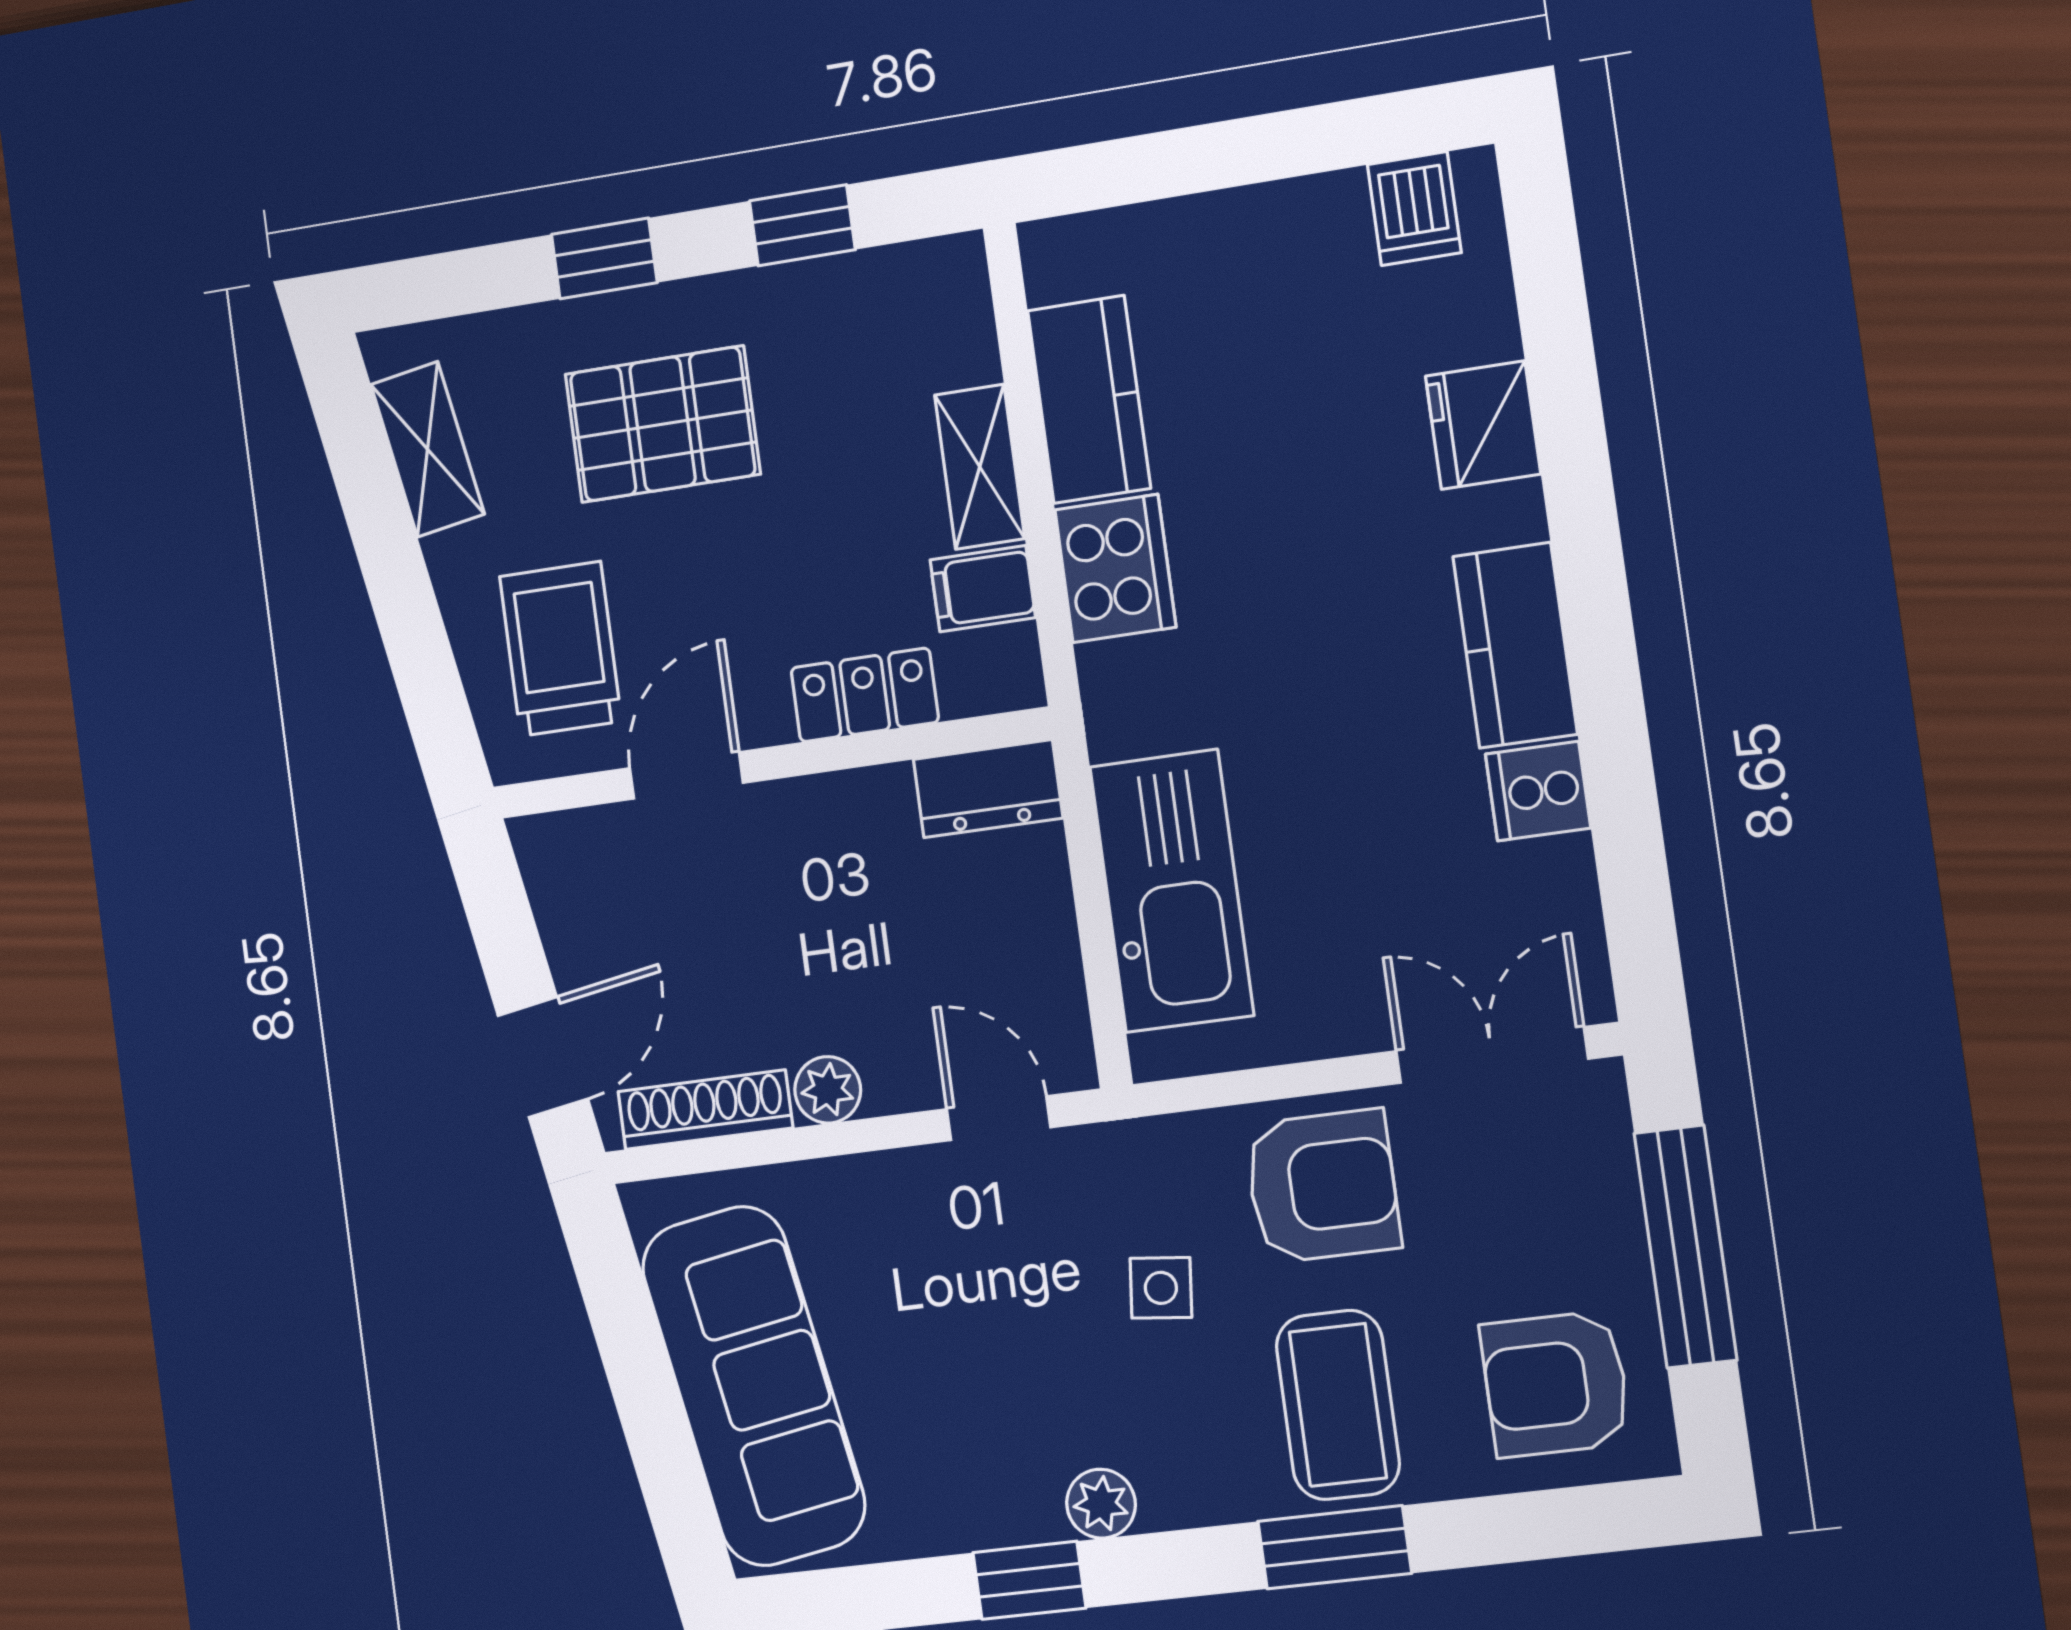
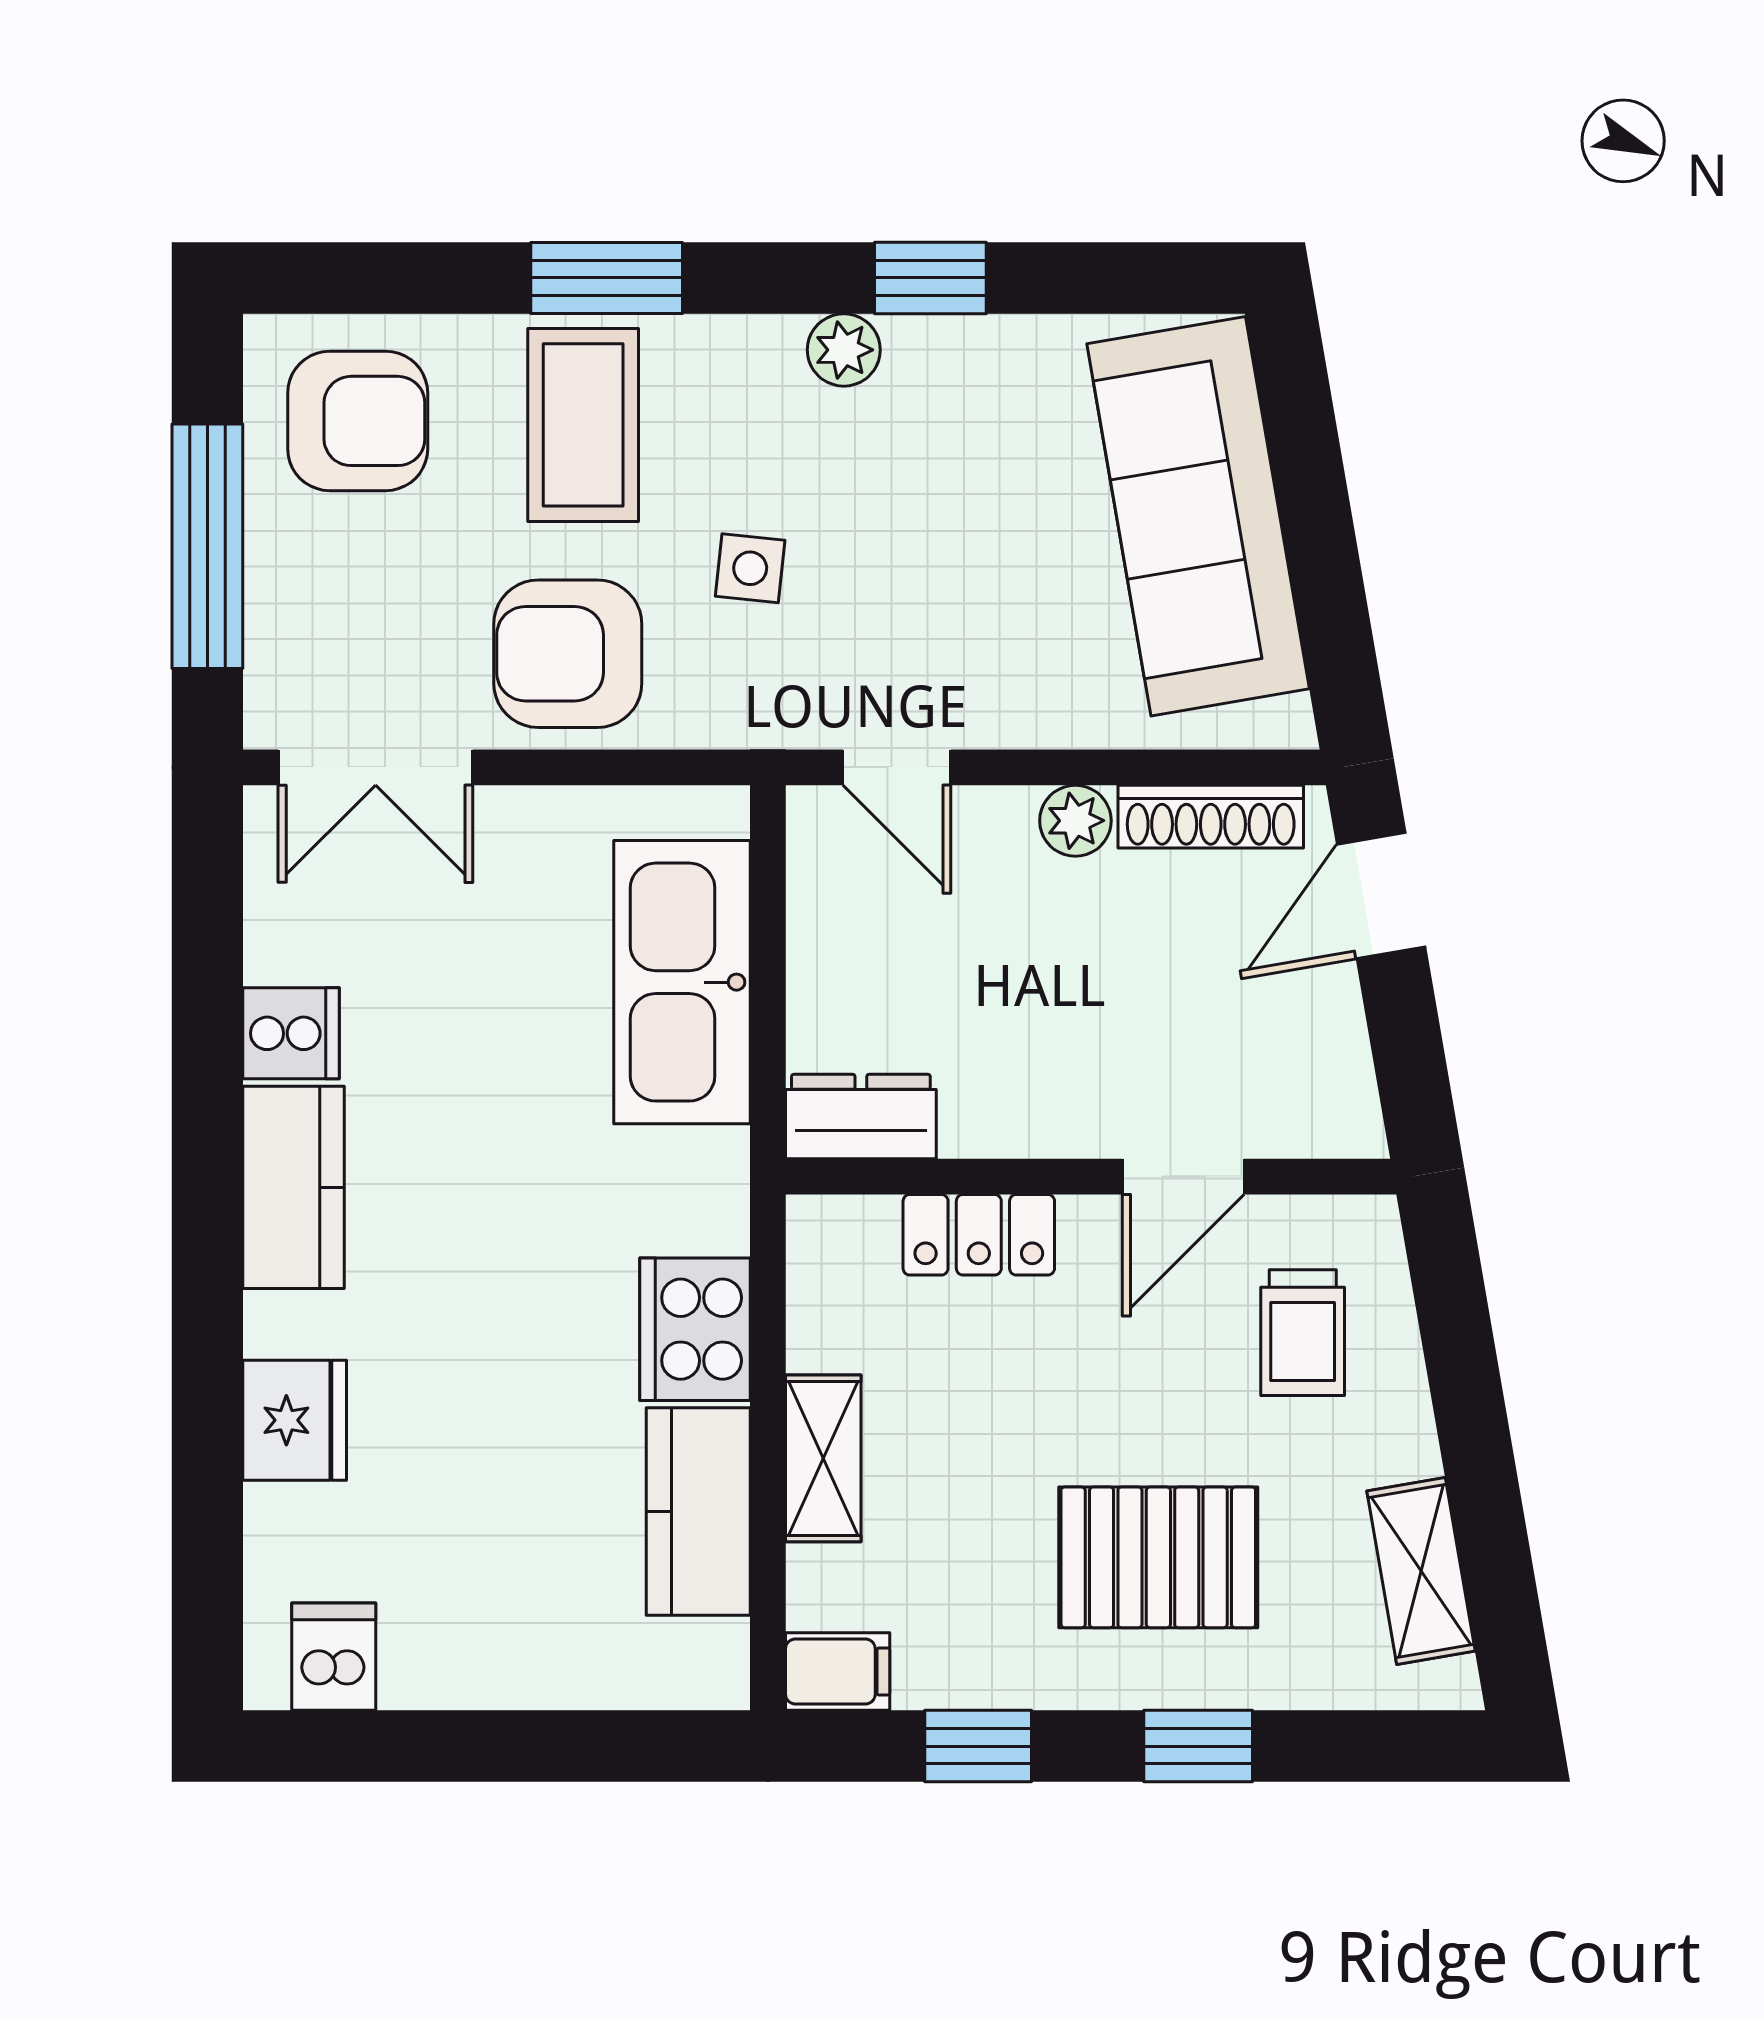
filing cabinet: (983, 589) -> (838, 1672), moved
trolley: (561, 649) -> (1303, 1333), width x0.73, depth x0.72

